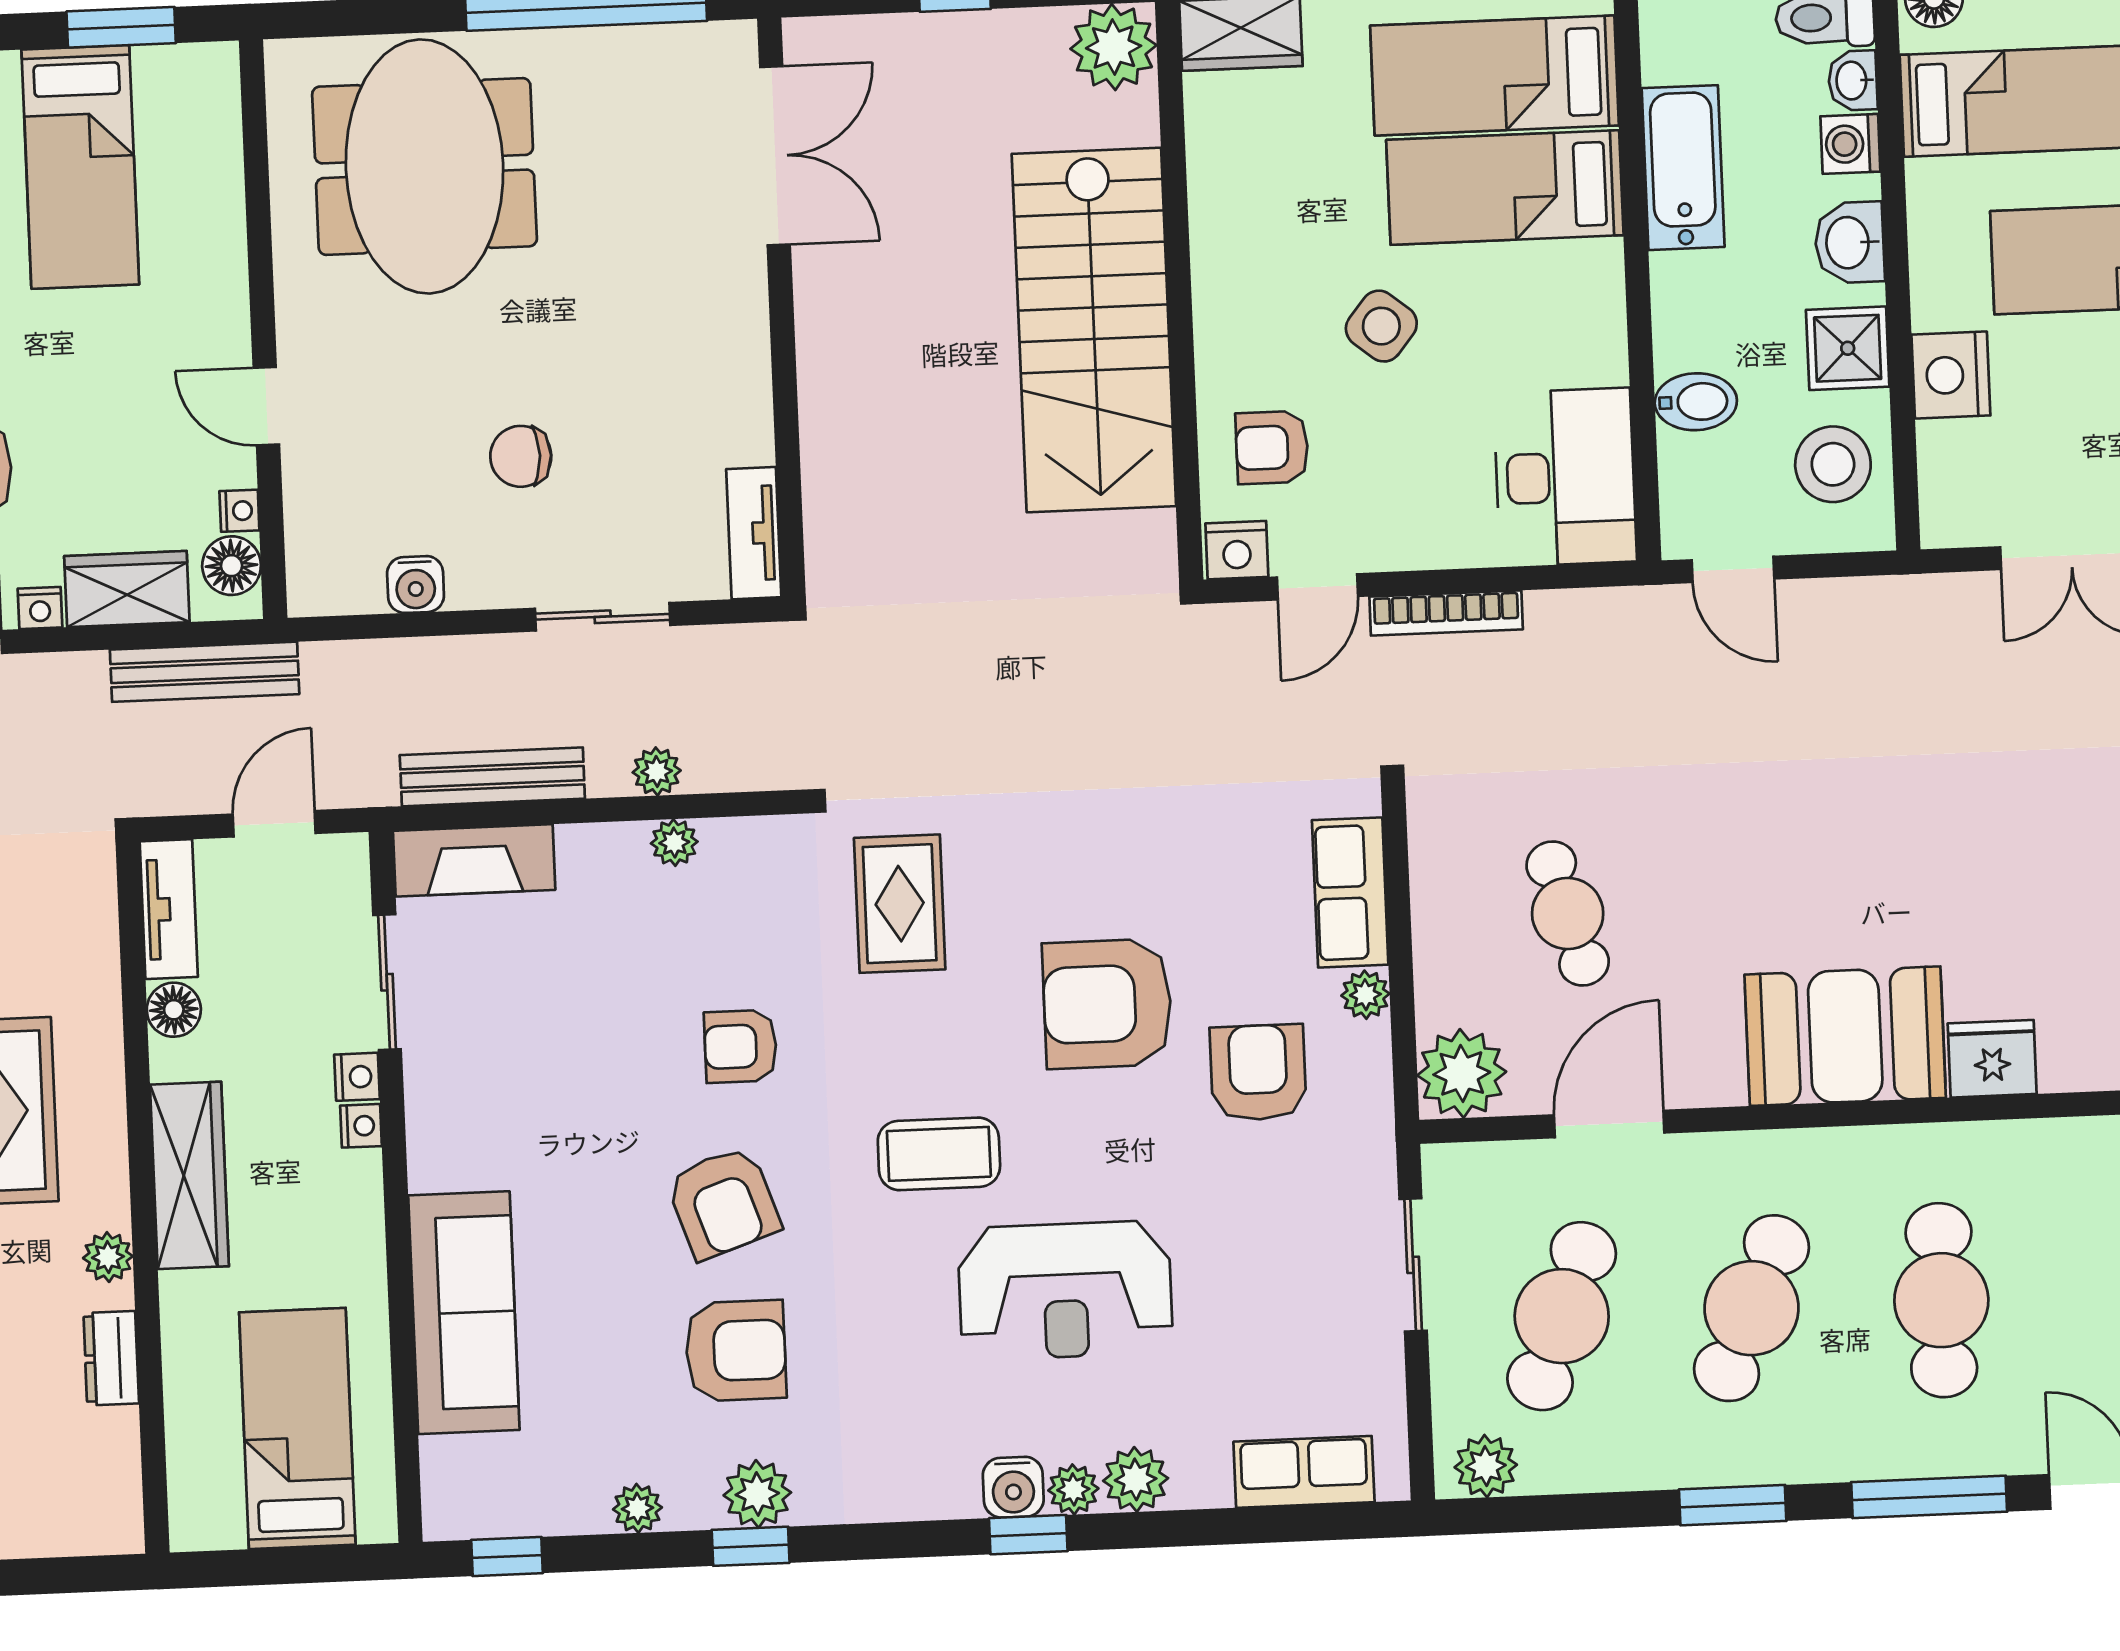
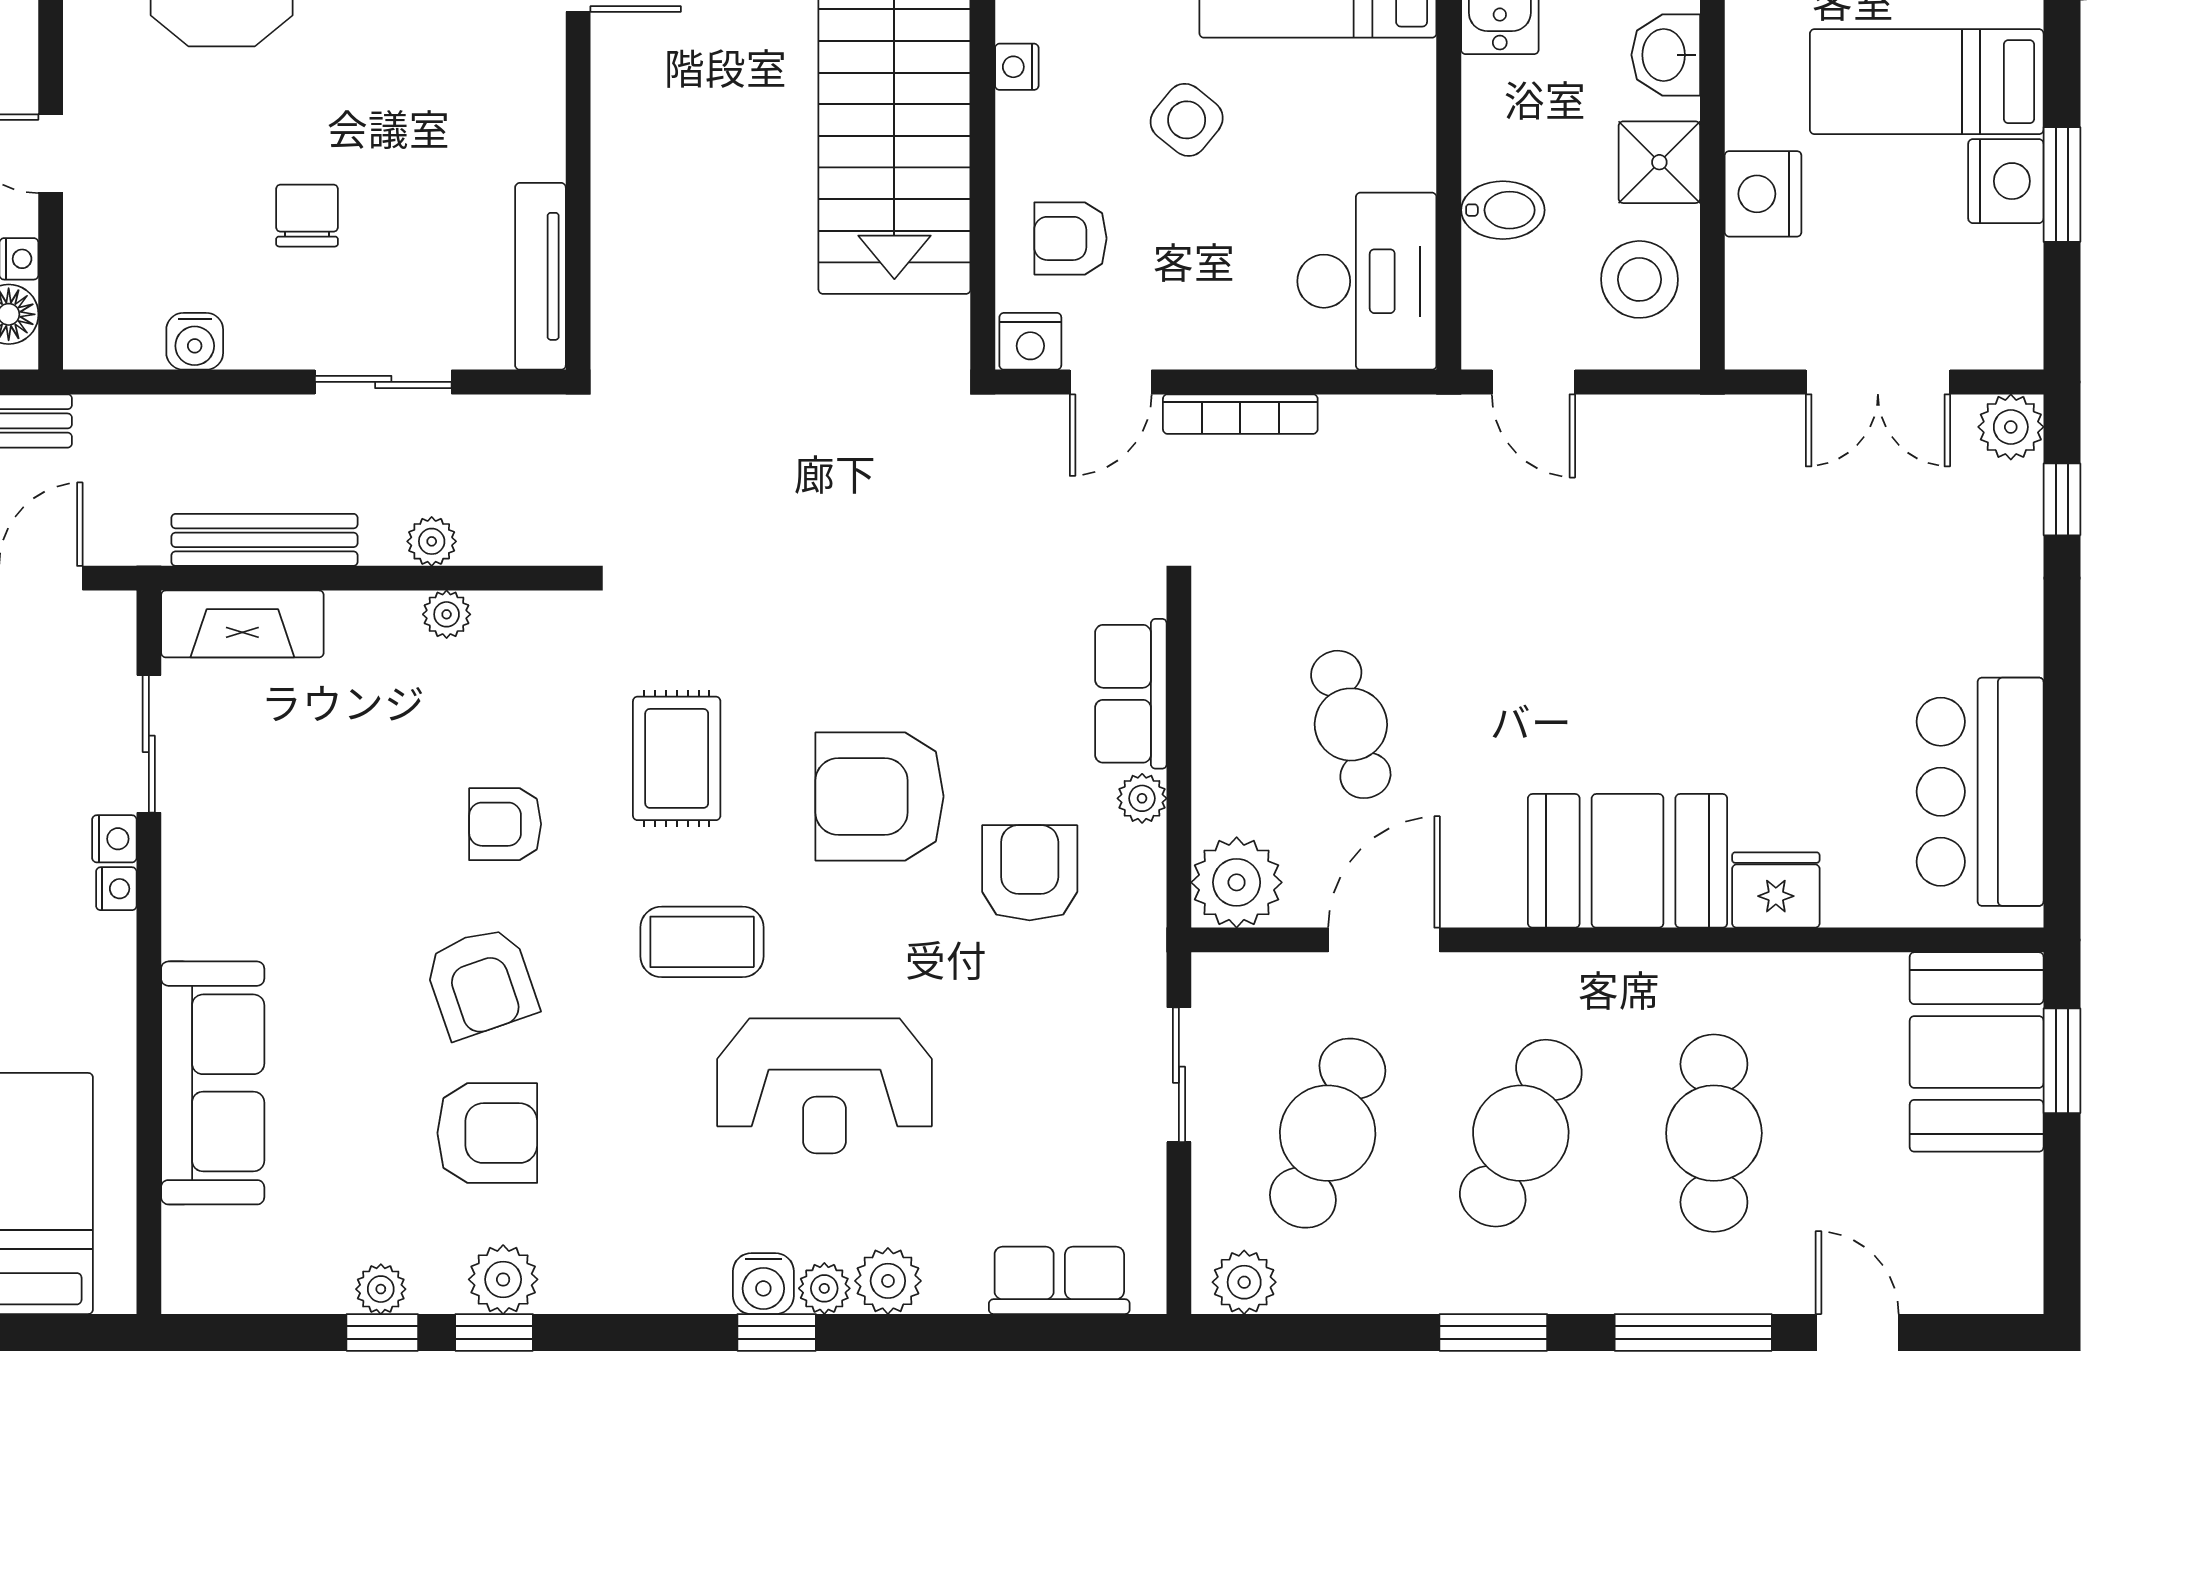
nightstand: (1212, 281) -> (1017, 67), added
chair: (521, 456) -> (307, 216), turned 90
tv unit: (754, 533) -> (540, 276), width x1.41
rug: (900, 904) -> (677, 758), moved
window: (507, 1557) -> (382, 1332), moved

